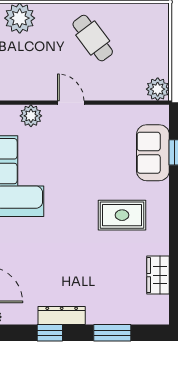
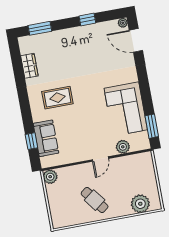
door: (71, 103) -> (100, 159), hinge flipped
dresser: (62, 315) -> (82, 31), removed
window: (112, 333) -> (40, 28), moved

